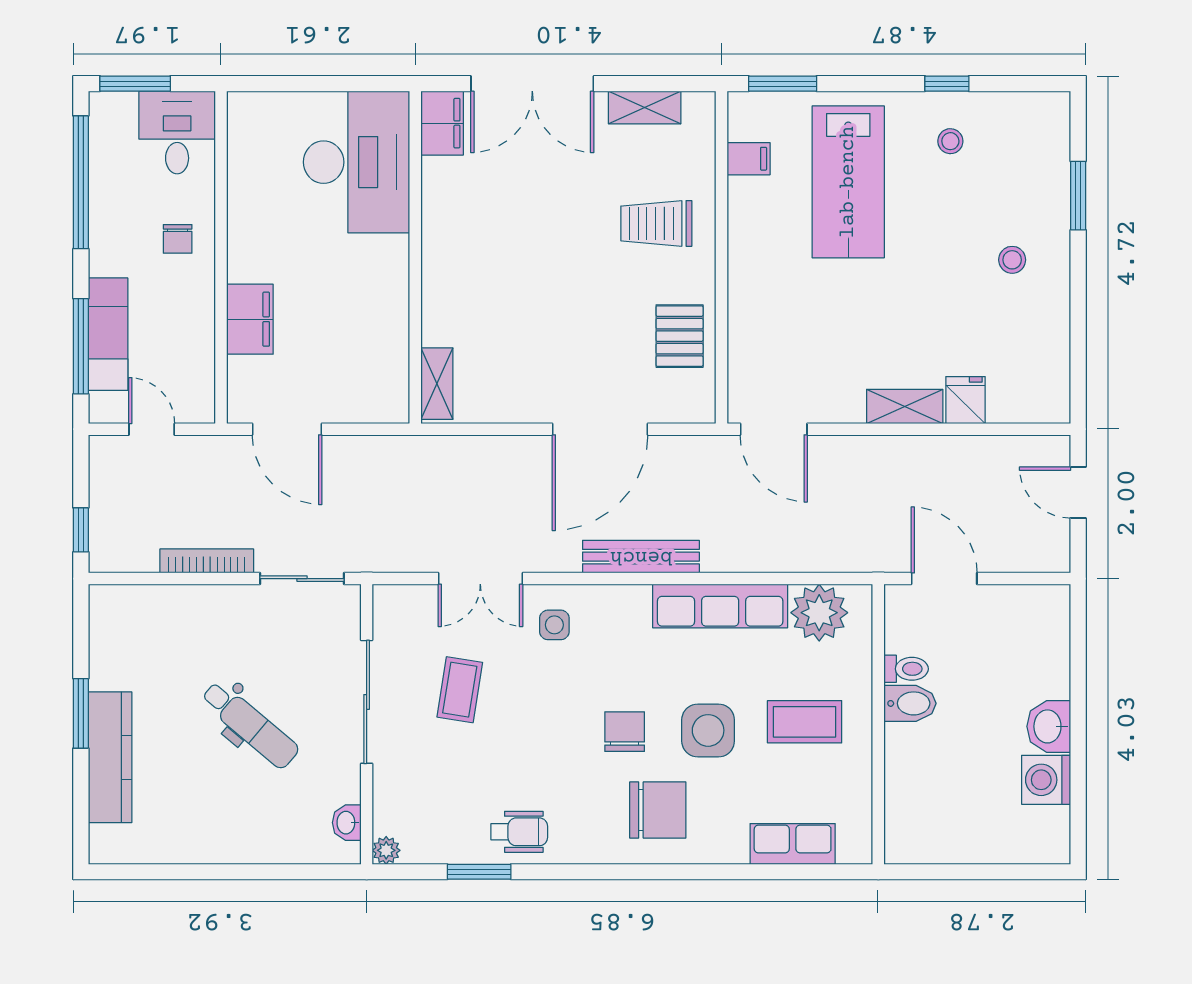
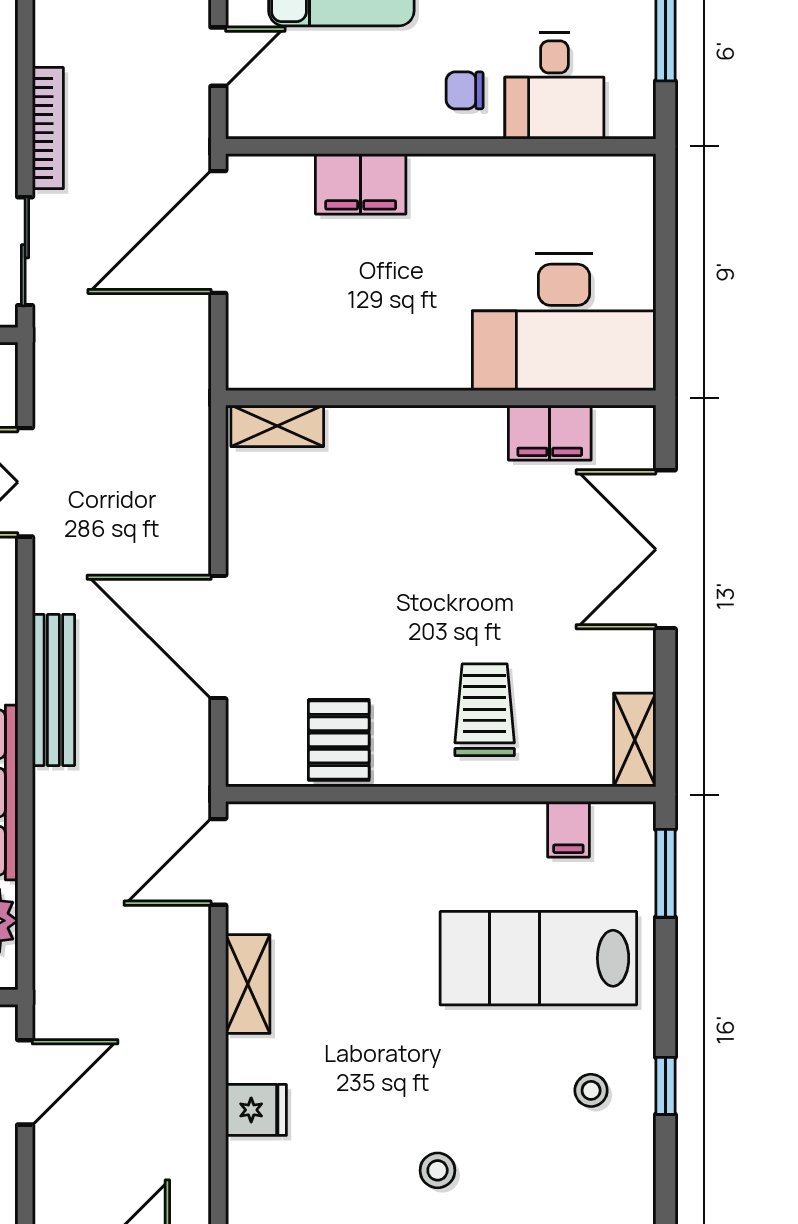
shelving: (645, 107) -> (635, 740), moved
filing cabinet: (442, 123) -> (550, 433), moved
desk: (177, 132) -> (554, 86), moved, turned 90
pallet: (680, 336) -> (339, 740), turned 90
shelving: (905, 406) -> (248, 984), moved
door: (287, 429) -> (218, 232), width x1.36

